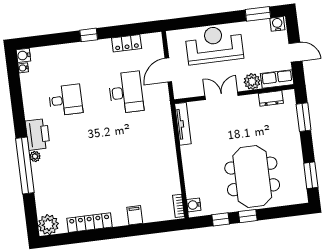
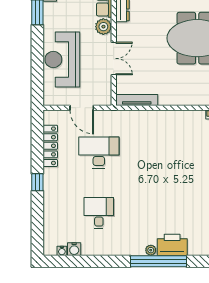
locker: (127, 43) -> (50, 146), width x1.53
water cooler: (23, 55) -> (74, 249), moved
double door: (222, 96) -> (114, 58), swing flipped
printer: (38, 134) -> (172, 245), moved

